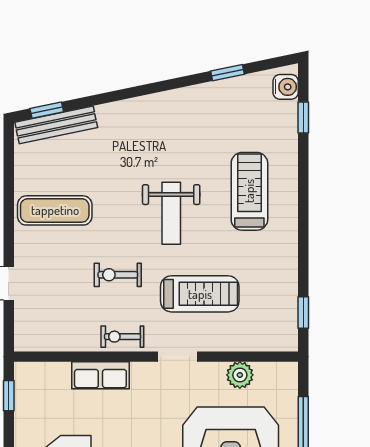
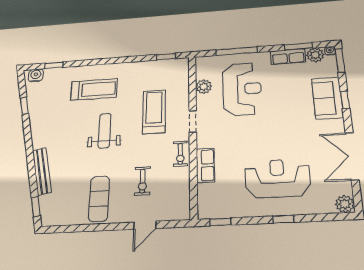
bench: (56, 125) -> (42, 171), moved
treadmill: (249, 191) -> (94, 89), turned 180
weight bench: (171, 213) -> (105, 131), turned -90
exercise bike: (118, 275) -> (143, 181), moved

